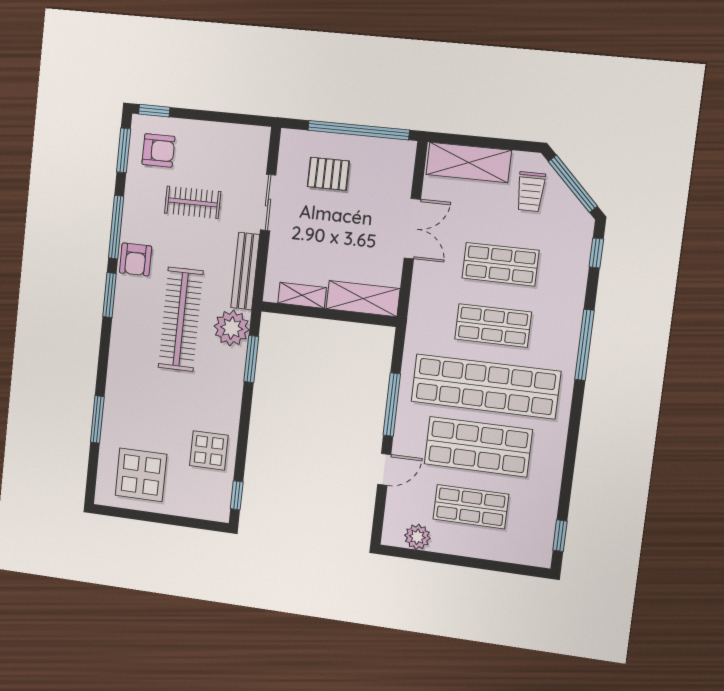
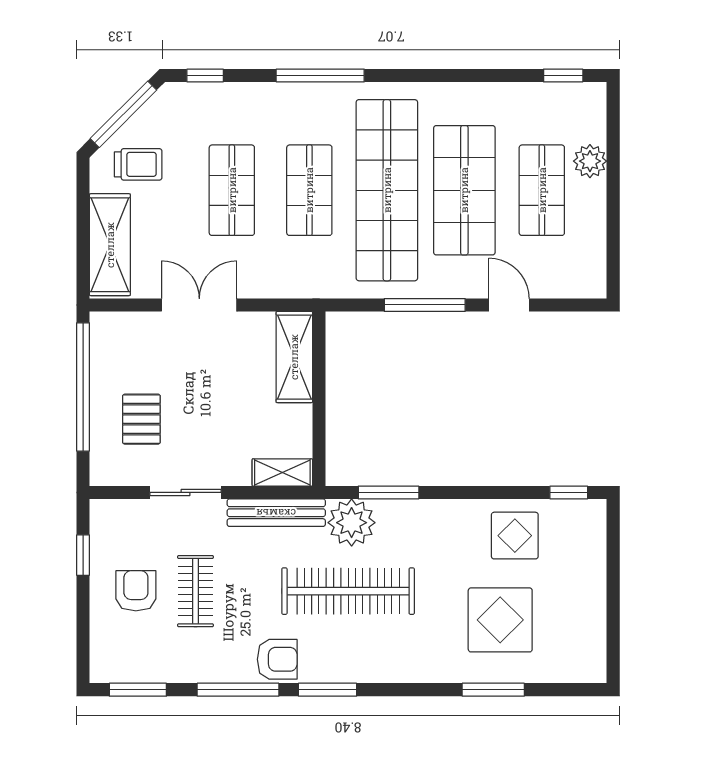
window: (154, 111) -> (83, 555), moved
armchair: (158, 150) -> (136, 591), moved
shelving: (302, 295) -> (282, 472), moved, turned 90
display table: (141, 475) -> (500, 620), moved
plant: (417, 537) -> (590, 161), moved

